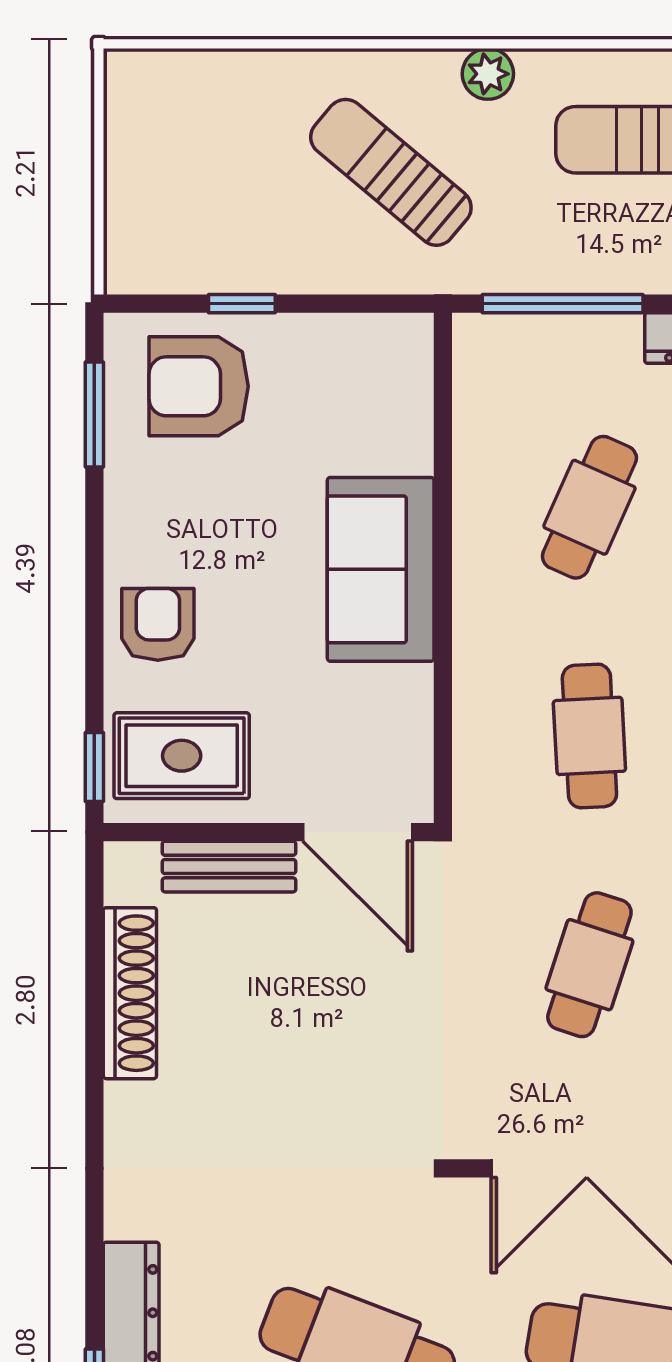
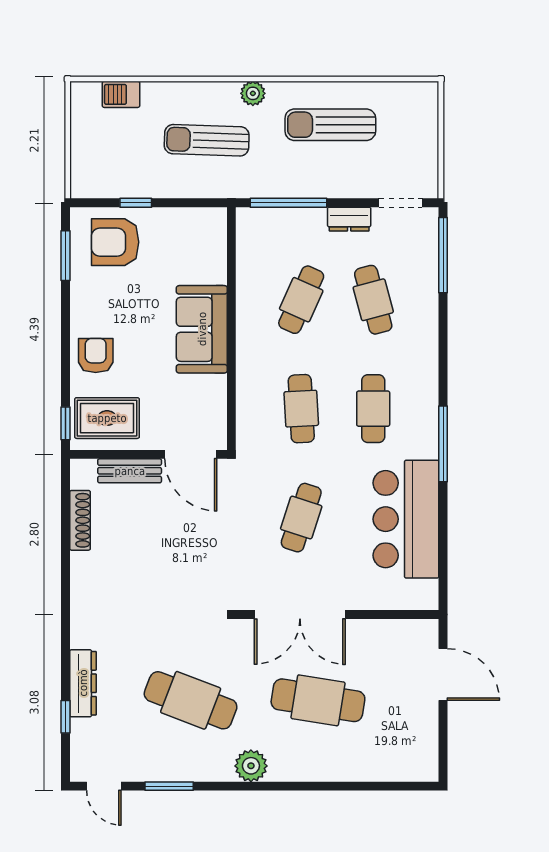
barbecue: (211, 76) -> (121, 94), added
sun lounger: (391, 172) -> (207, 140), turned -38
shoe rack: (130, 993) -> (80, 520), width x0.74, depth x0.81

